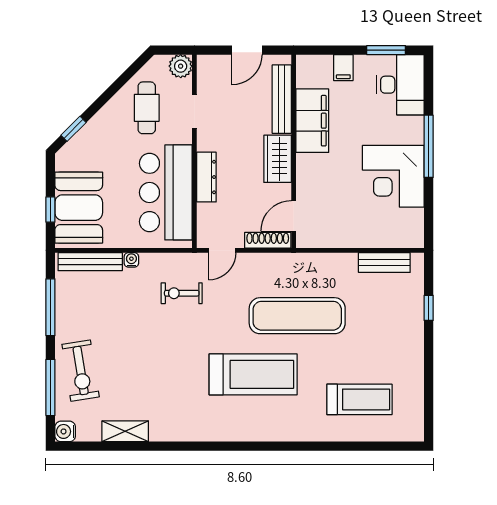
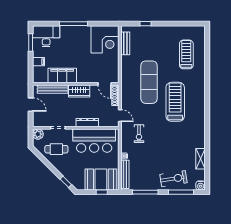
corner desk: (393, 176) -> (105, 39), moved

